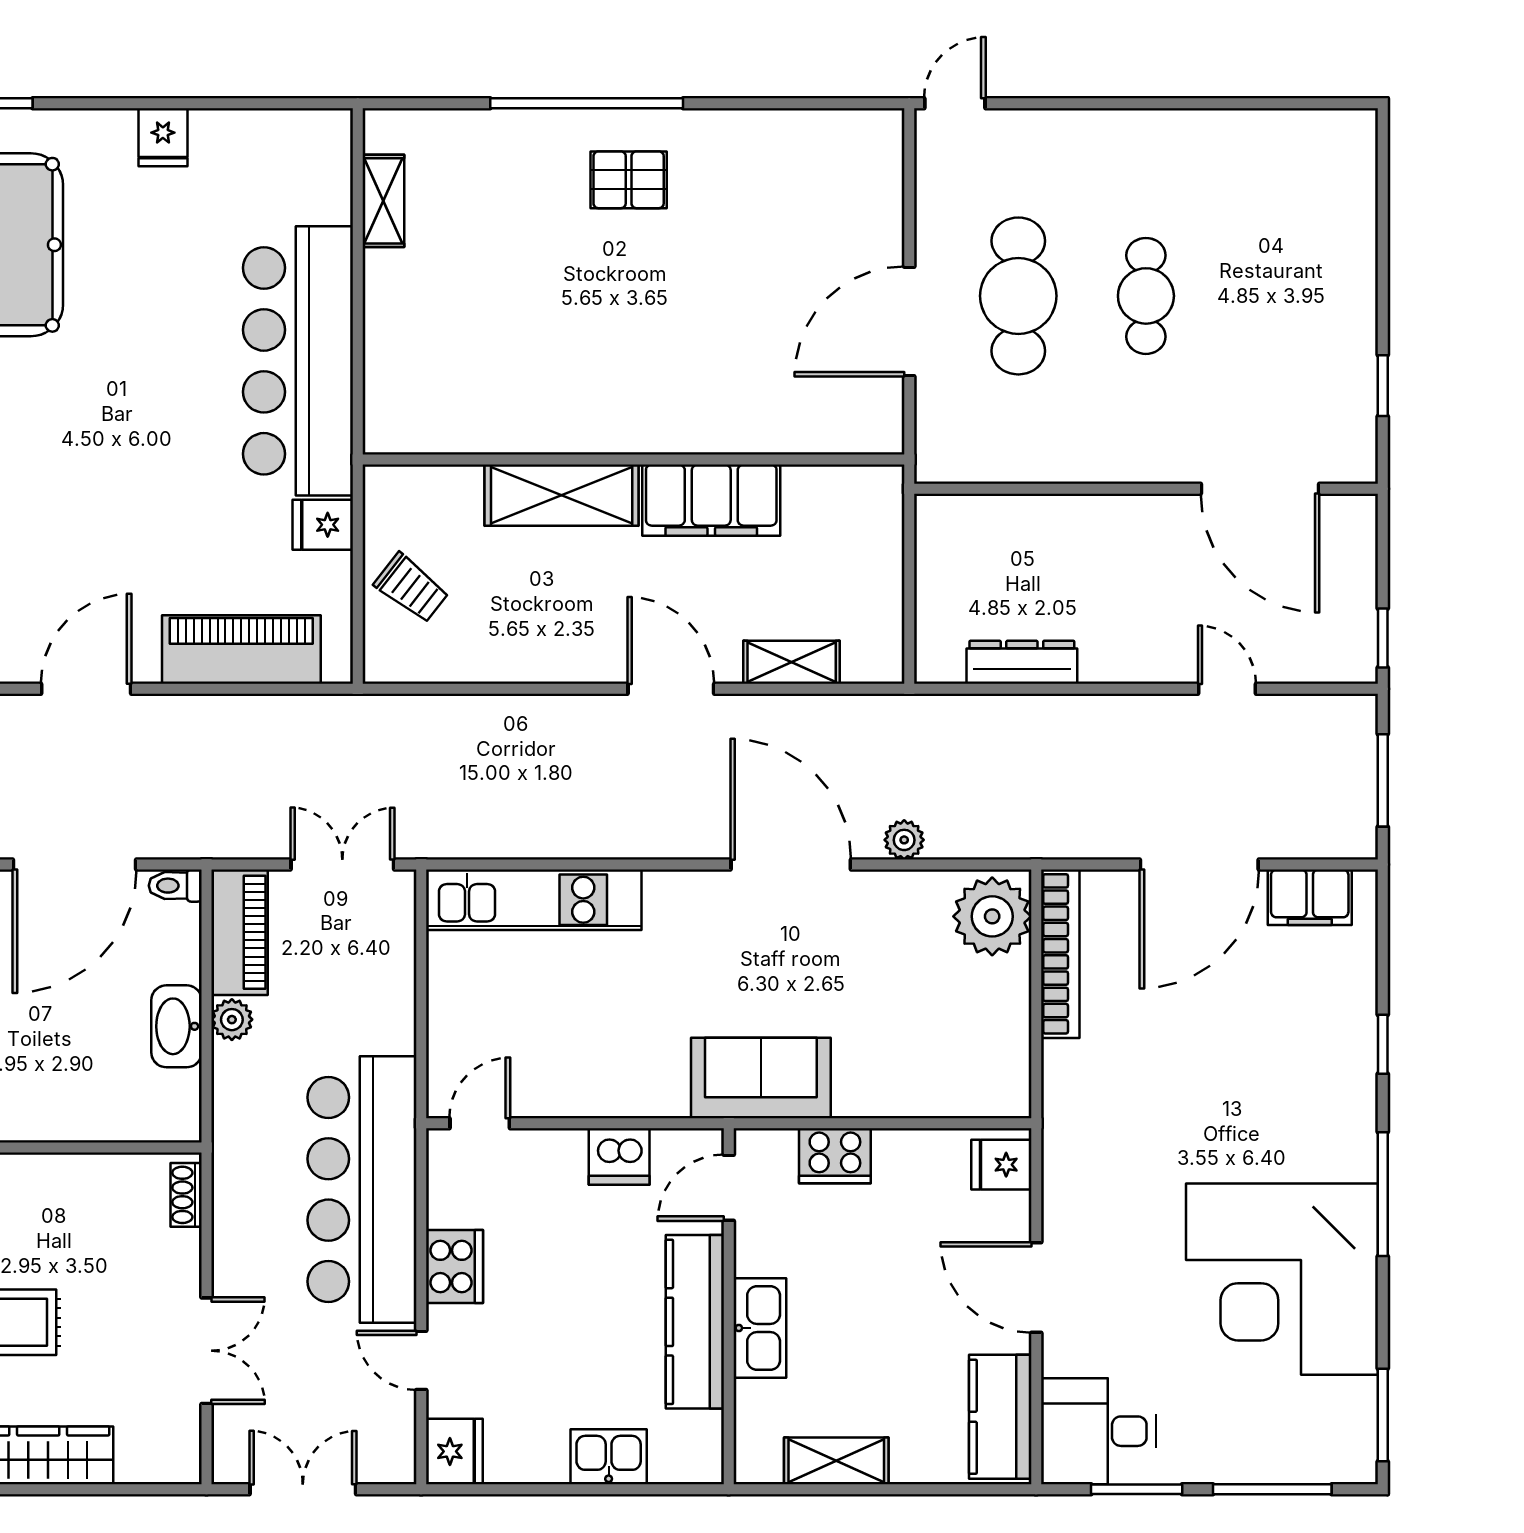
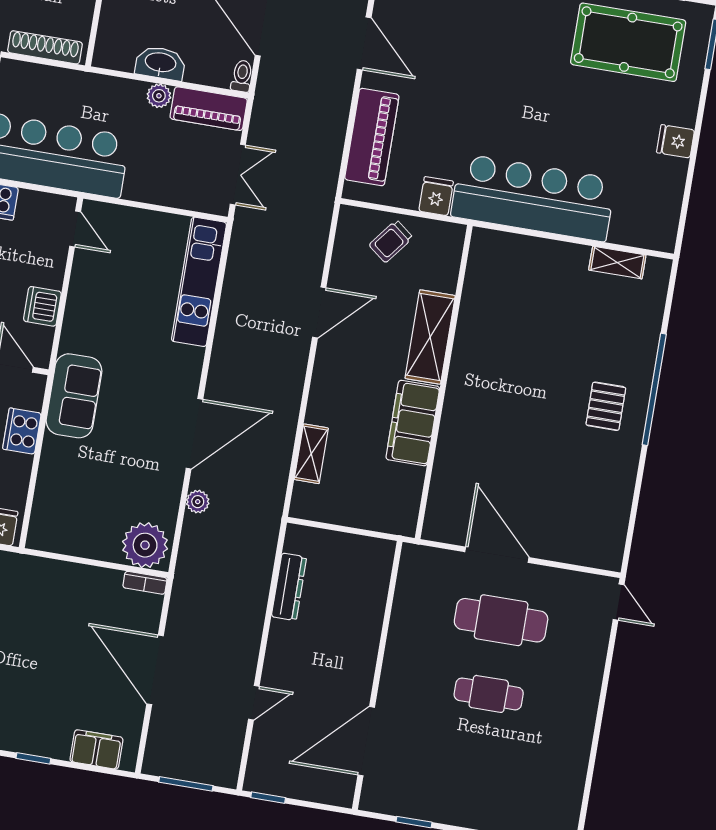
door: (671, 689) -> (319, 313), moved
filing cabinet: (1310, 897) -> (96, 749), moved, turned 90
bookcase: (1060, 954) -> (145, 583), width x0.43, depth x0.76
shoe rack: (186, 1195) -> (45, 47), width x1.94, depth x1.24

